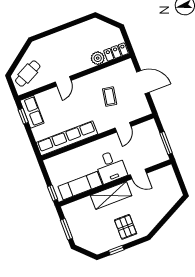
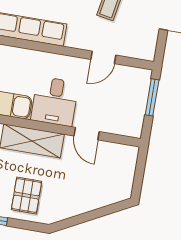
window: (166, 143) -> (152, 97), moved

